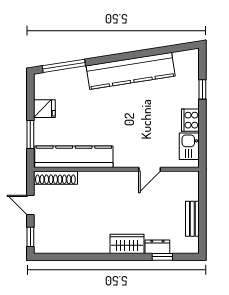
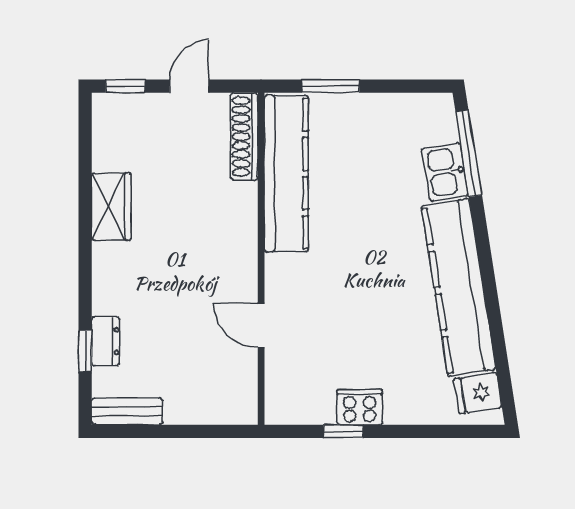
window: (202, 89) -> (343, 431), moved
fridge: (44, 109) -> (478, 393), moved, turned 81
kitchen sink: (189, 146) -> (445, 172), moved, turned -99
bench: (192, 219) -> (127, 411), moved
wardrobe: (127, 244) -> (111, 207), moved

